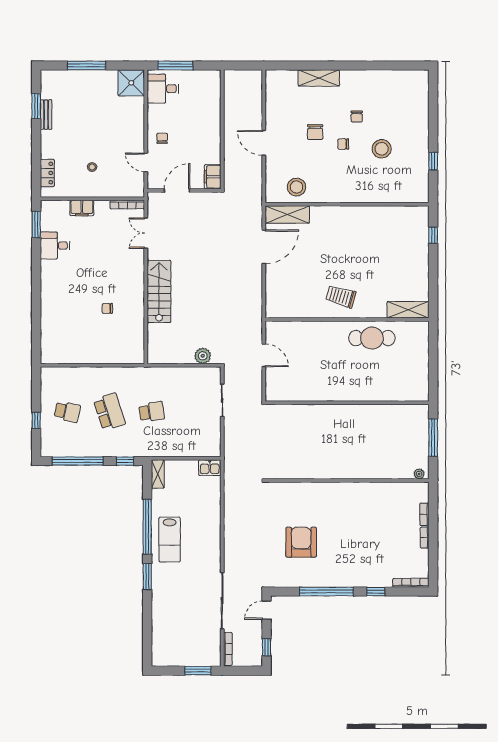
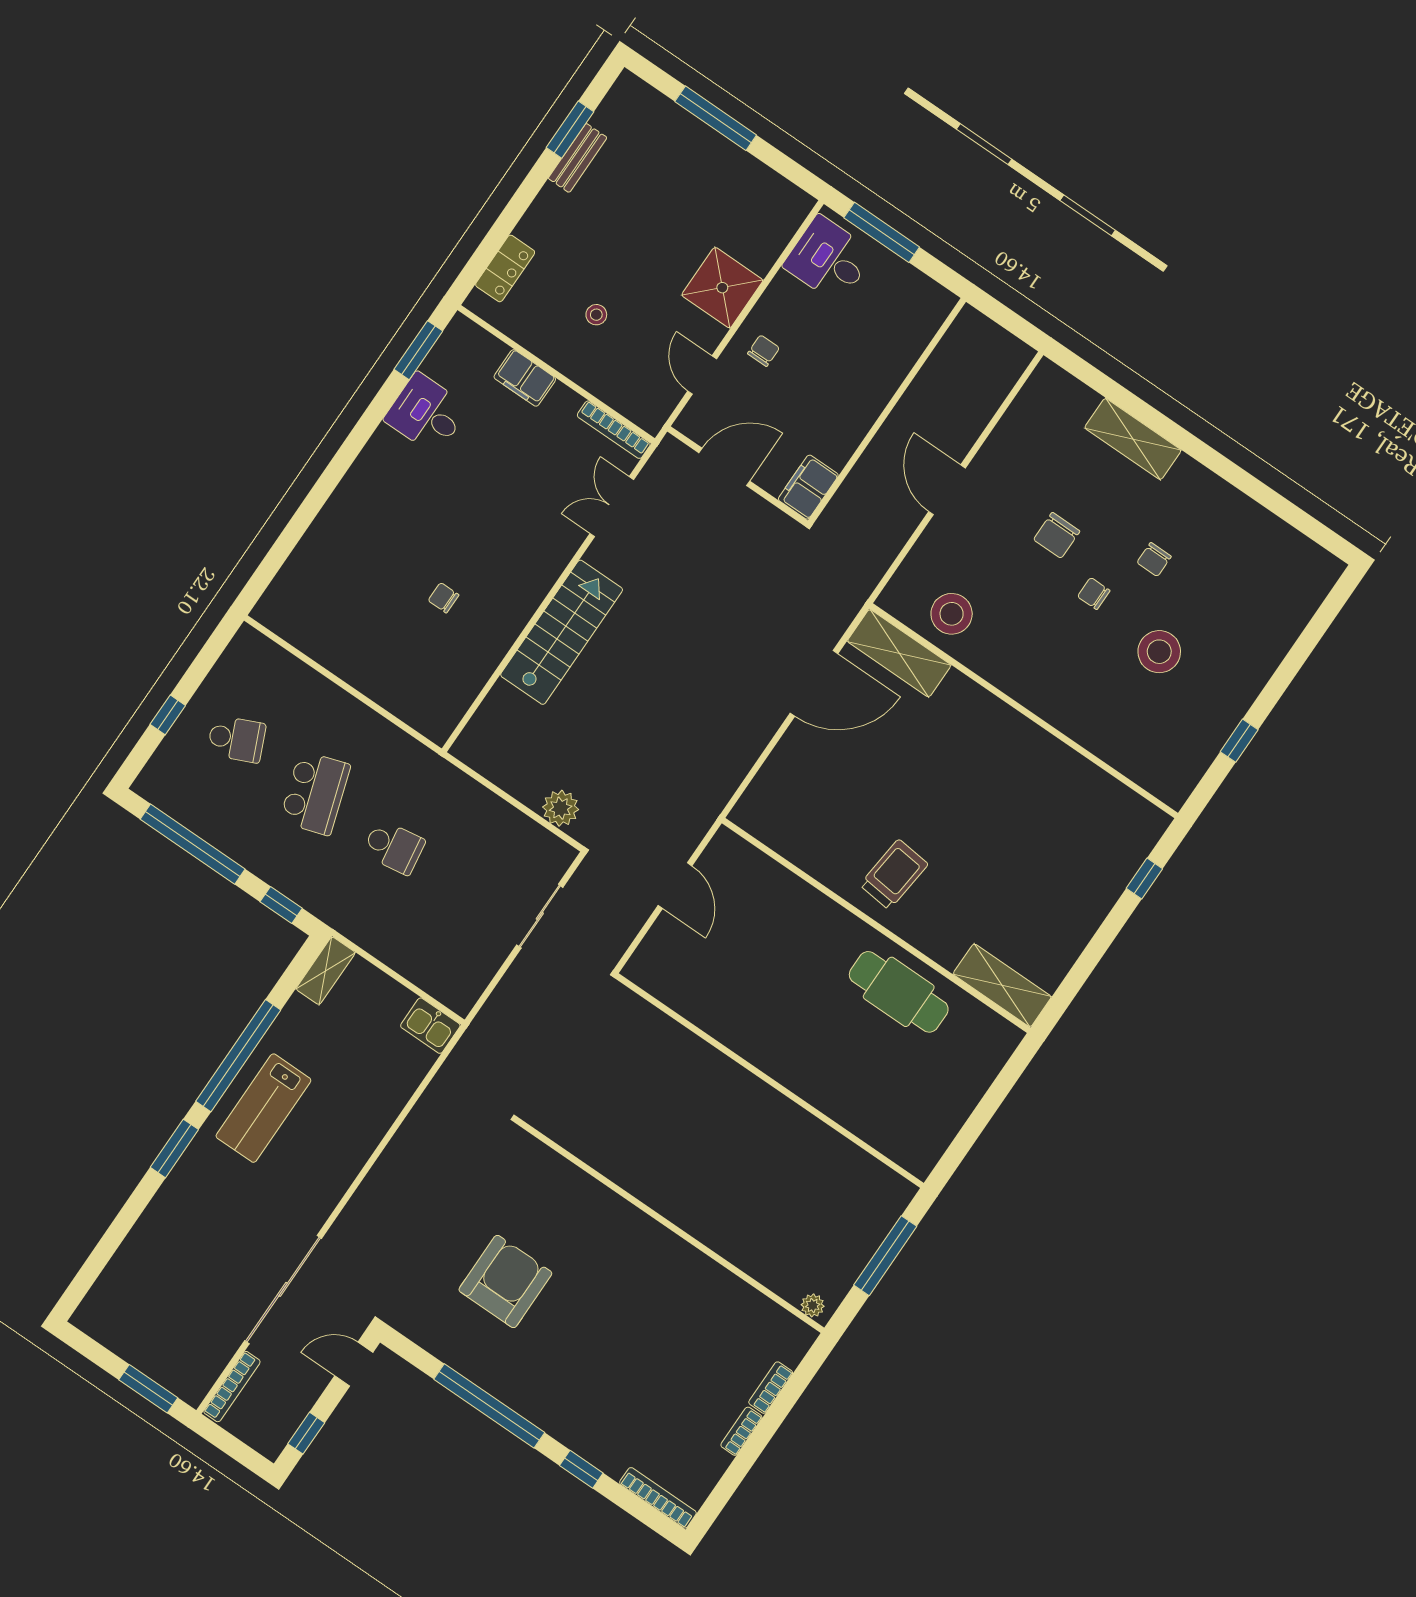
shower: (131, 83) -> (722, 288), moved
trolley: (341, 296) -> (894, 874), turned 80
school desk: (67, 412) -> (236, 739), turned -36

